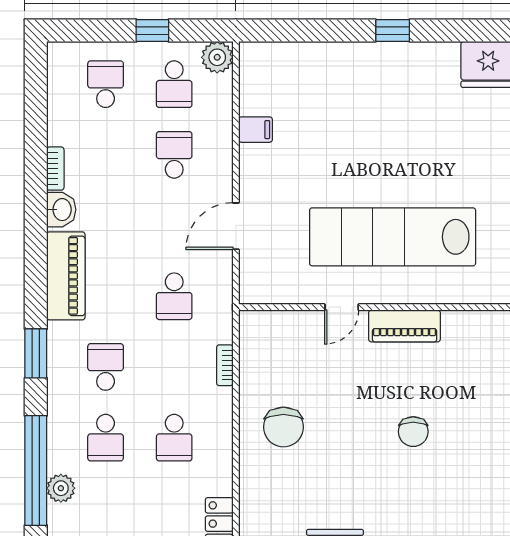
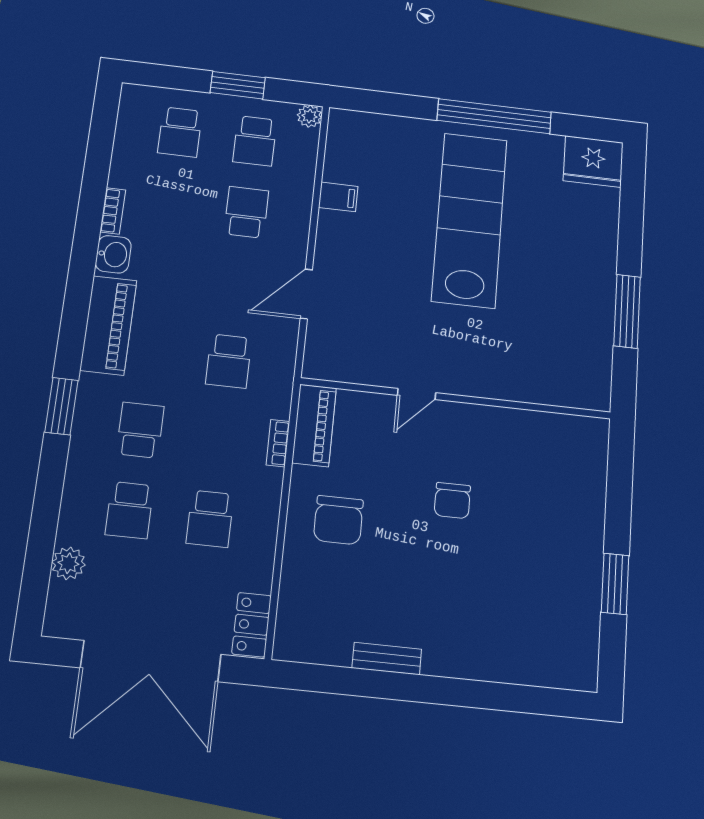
window: (152, 30) -> (238, 85), width x1.50
window: (393, 30) -> (494, 116), width x3.17
plant: (217, 57) -> (310, 116), width x0.73, depth x0.73
school desk: (106, 84) -> (180, 132), turned 180
lab bench: (393, 237) -> (470, 220), moved, turned 90
piano: (404, 326) -> (314, 425), moved, turned -90
chair: (413, 432) -> (452, 501), moved
window: (36, 470) -> (42, 539), removed

